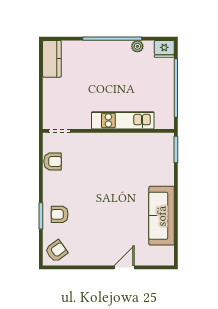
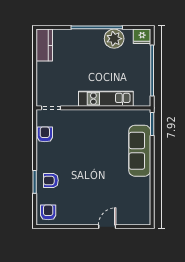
plant: (137, 46) -> (114, 39), width x1.87, depth x1.87
armchair: (53, 161) -> (45, 134), turned -90
sofa: (162, 216) -> (140, 151), moved
armchair: (56, 251) -> (48, 212), turned -54

